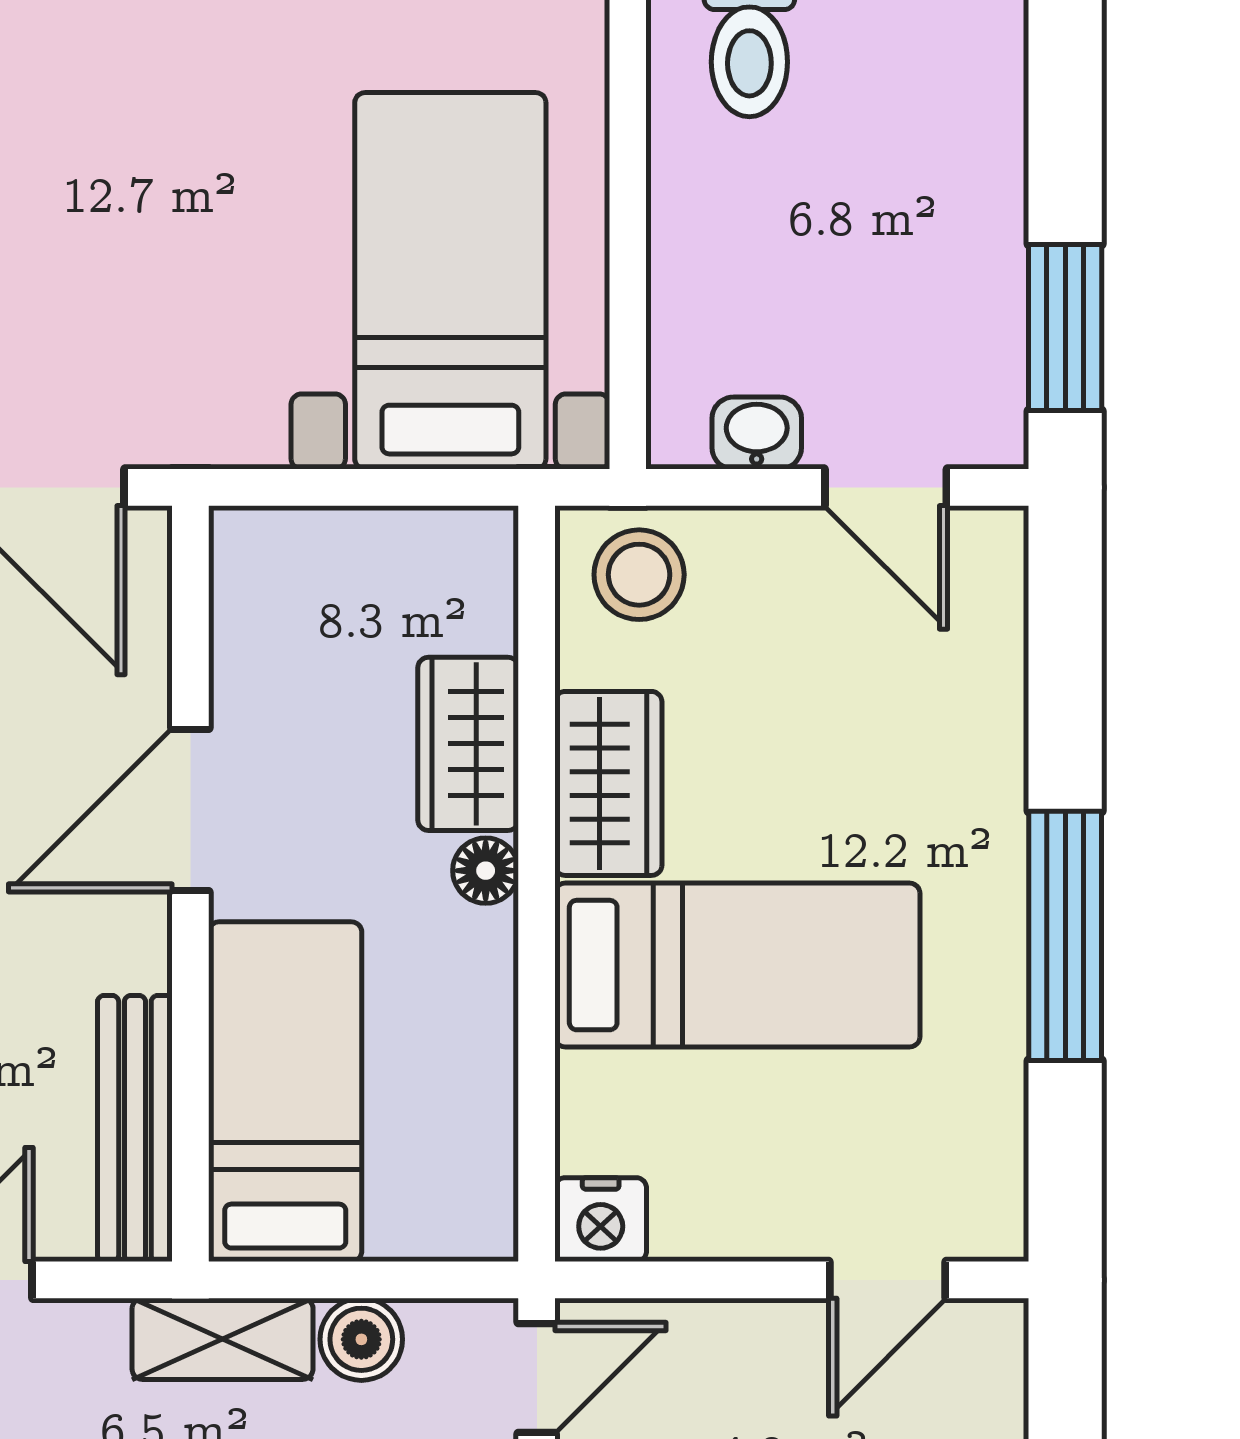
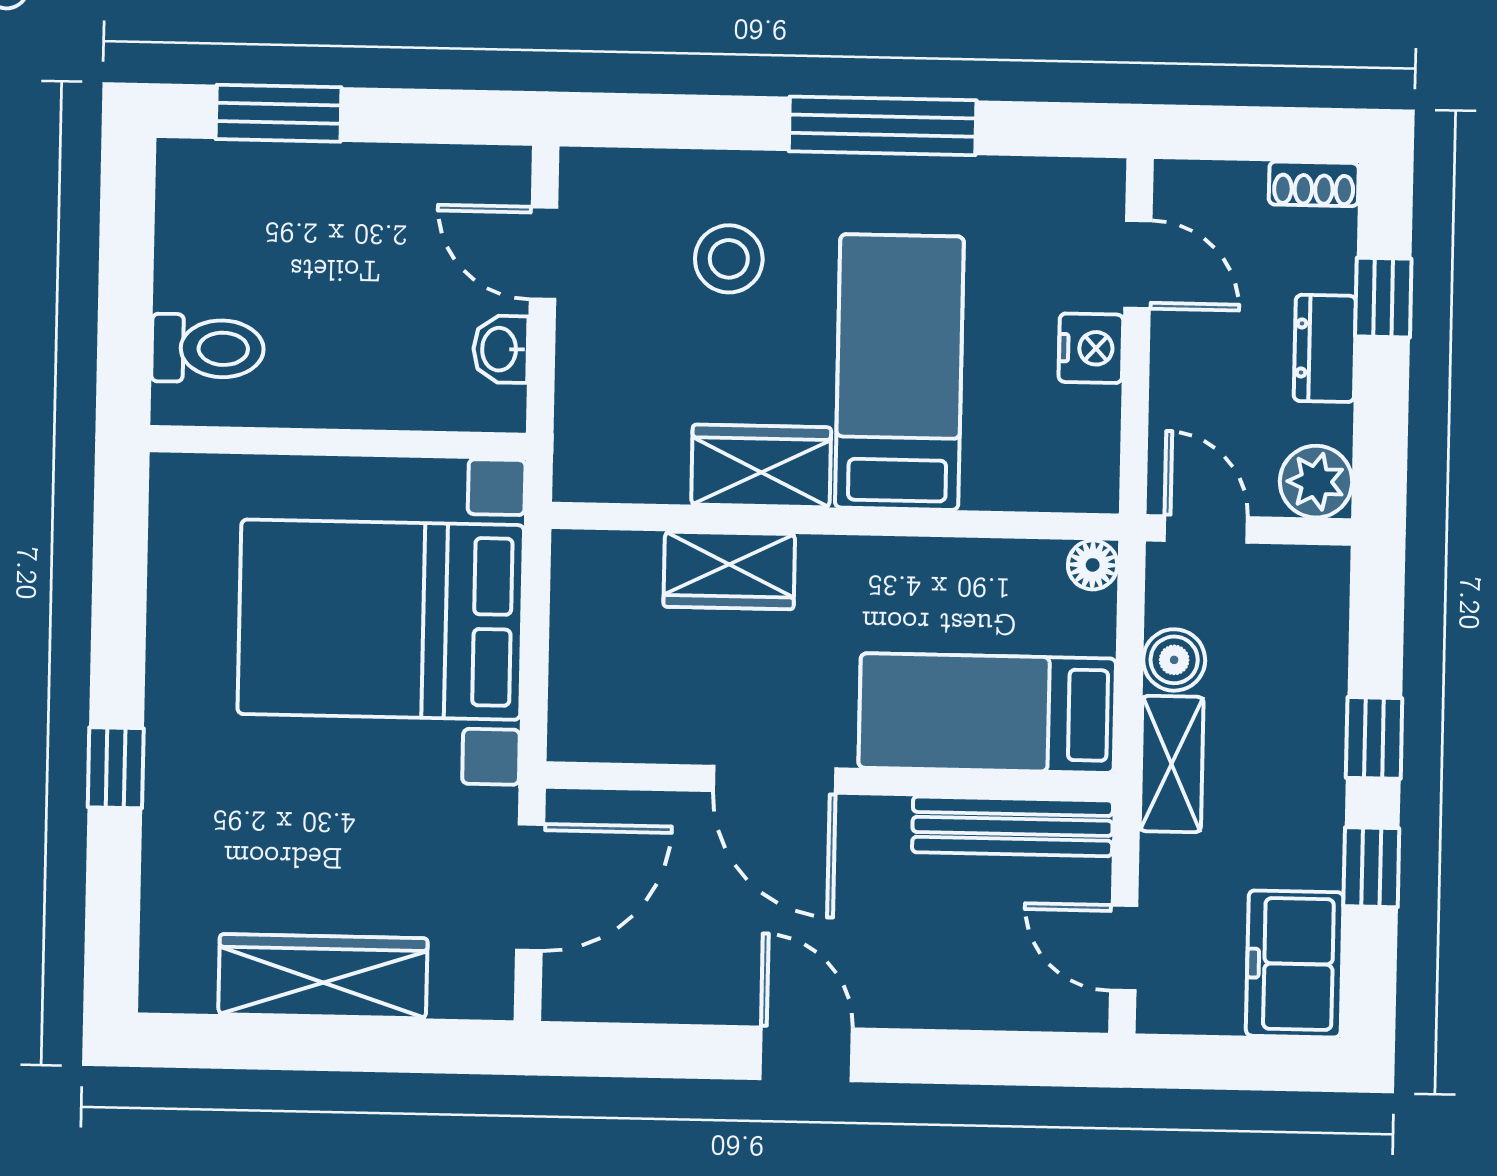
bed with nightstands: (450, 281) -> (381, 620), width x1.36
window: (1065, 327) -> (279, 113), moved
door: (886, 487) -> (543, 253), swing flipped
stool: (639, 575) -> (729, 259), moved
floor lamp: (486, 871) -> (1093, 565), moved
nightstand: (601, 1220) -> (1091, 348), moved

